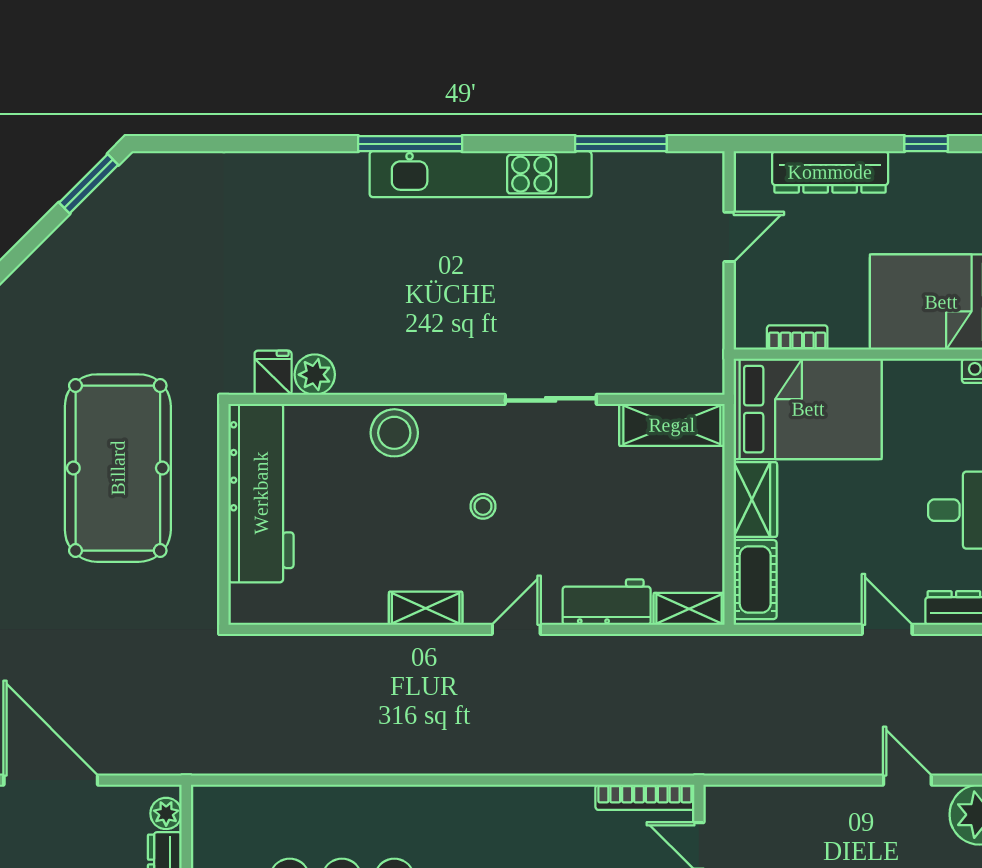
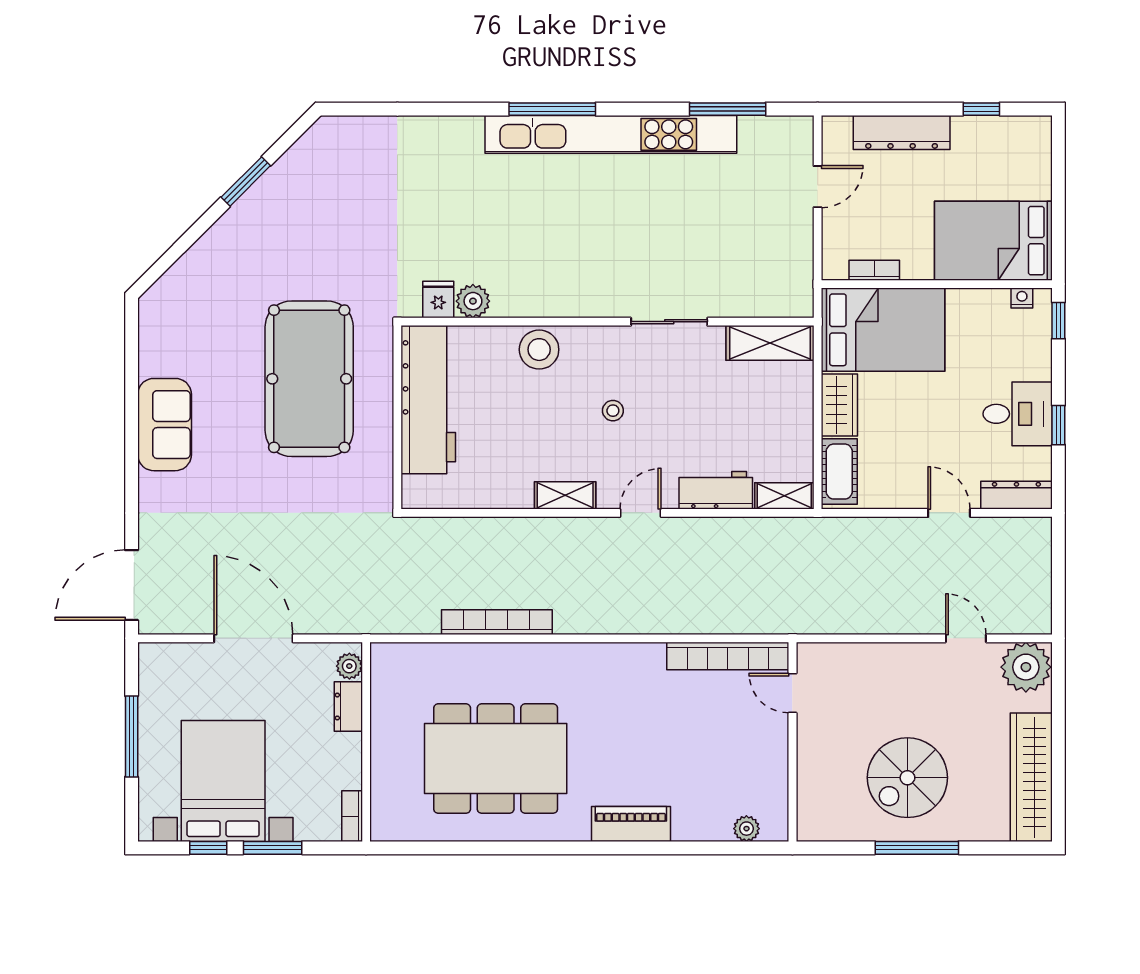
kitchen unit: (481, 174) -> (611, 134), width x1.36
window: (89, 184) -> (246, 181), moved
bookcase: (344, 760) -> (497, 622), added
bookcase: (645, 797) -> (728, 656), width x1.48, depth x1.31

